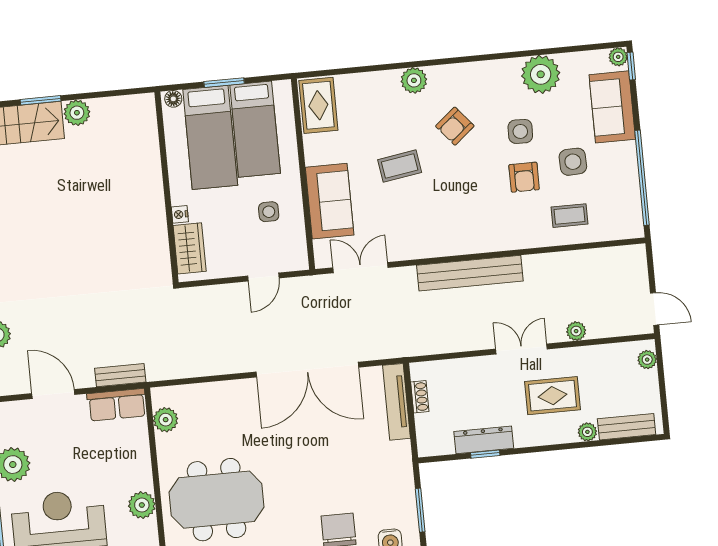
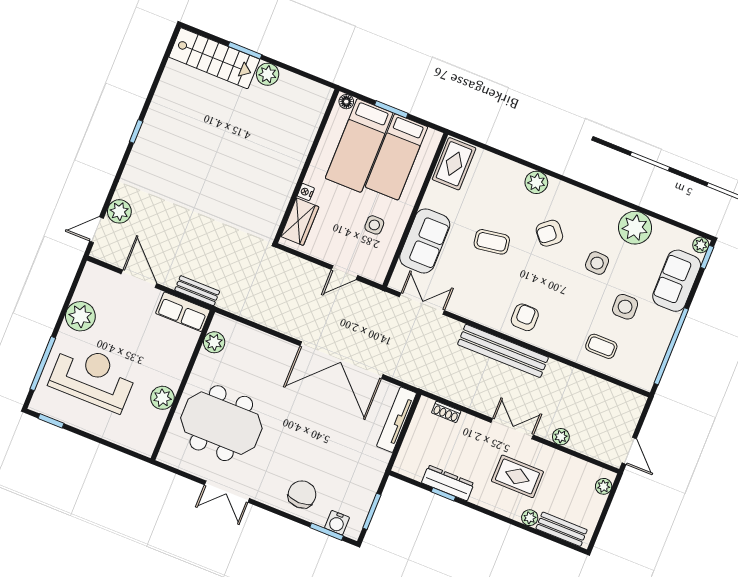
armchair: (524, 177) -> (525, 317), moved, turned 180
shoe rack: (420, 397) -> (446, 412), moved, turned 90

